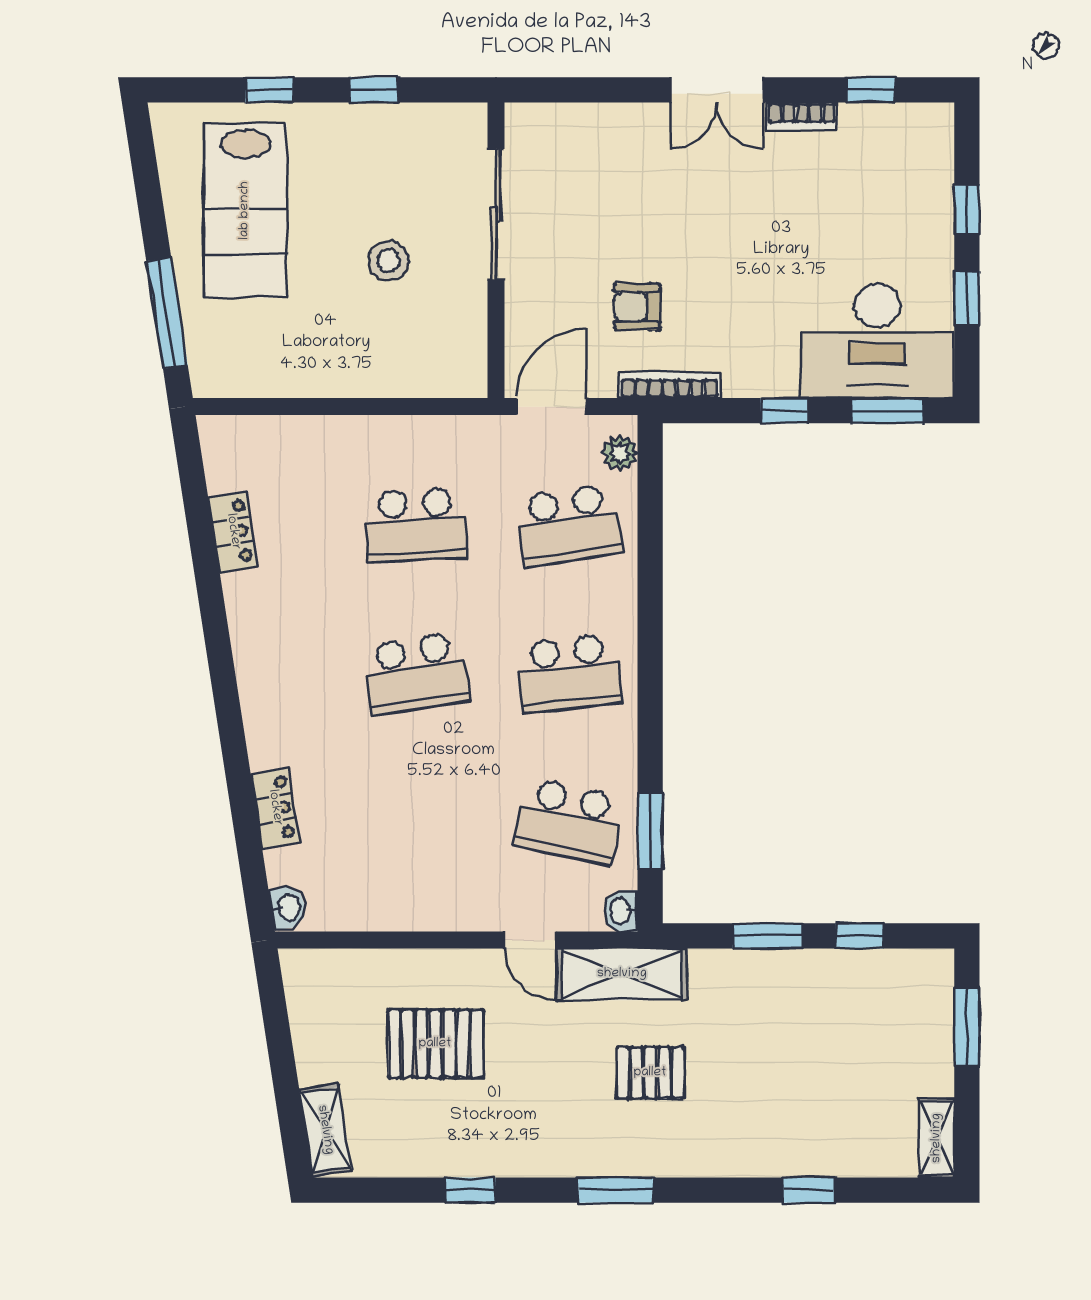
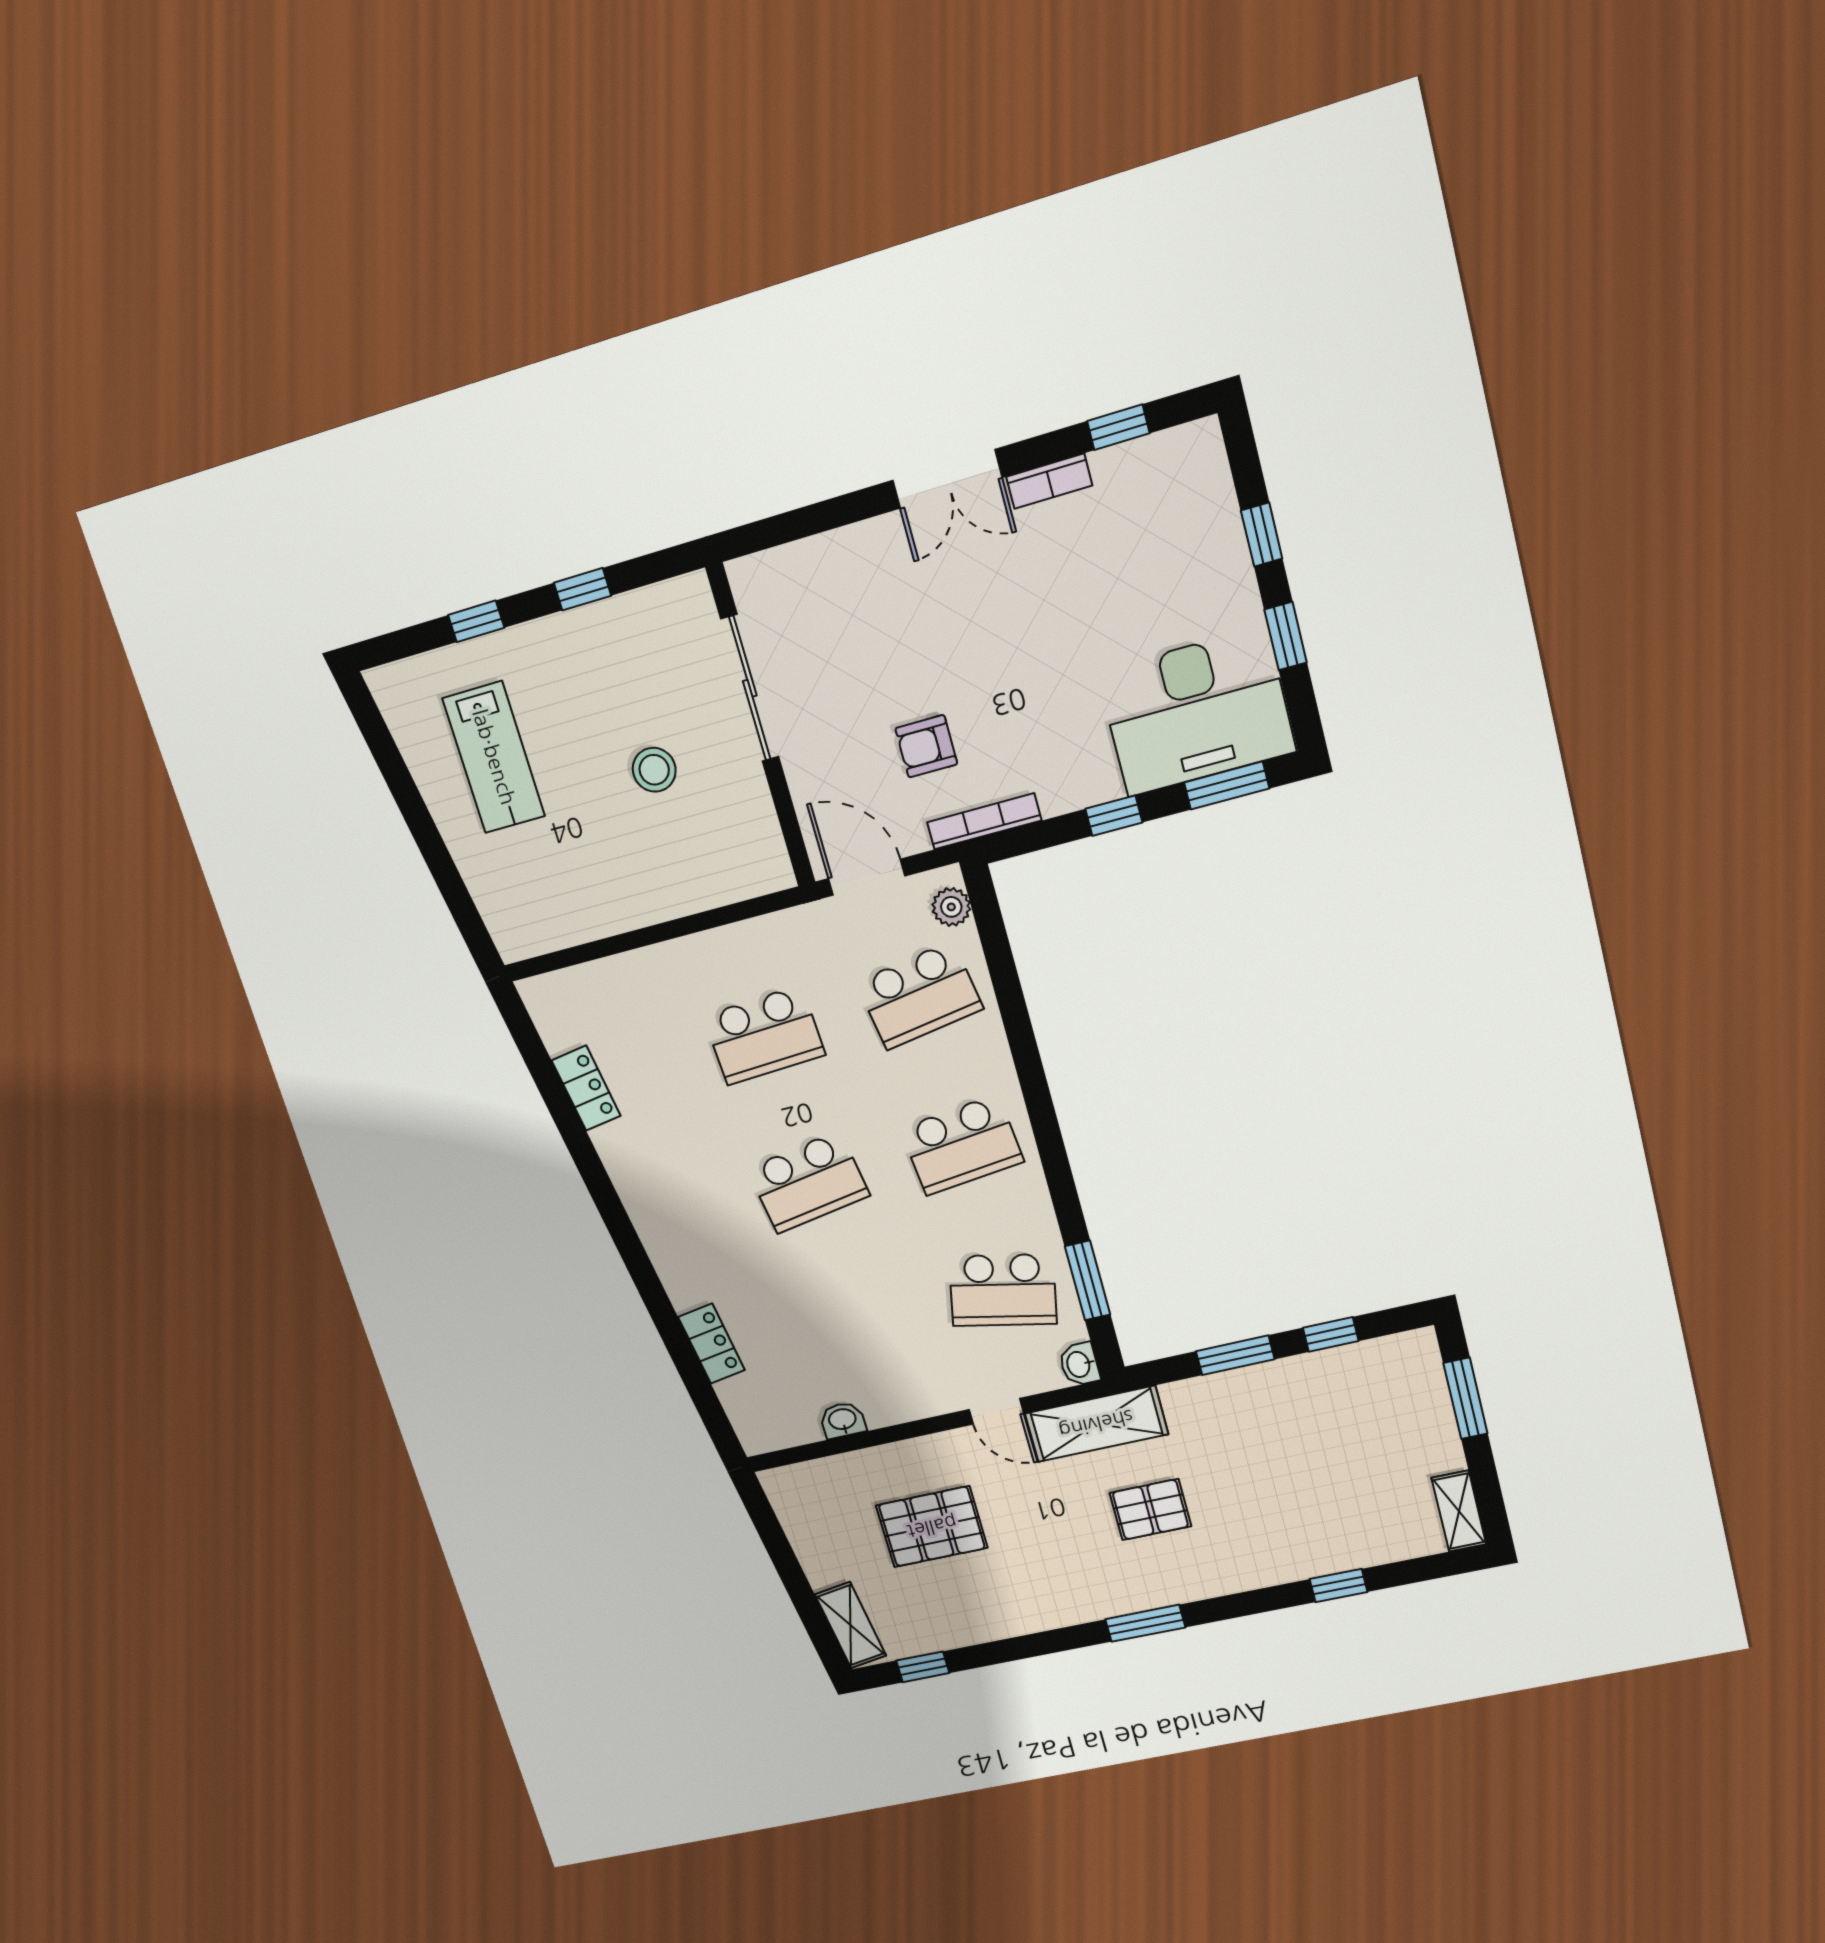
lab bench: (245, 210) -> (494, 757), width x0.73, depth x0.72
window: (167, 313) -> (451, 886), removed
door: (552, 407) -> (867, 877), hinge flipped
washbasin: (288, 907) -> (843, 1420), moved, turned -81
window: (471, 1190) -> (923, 1667), moved

